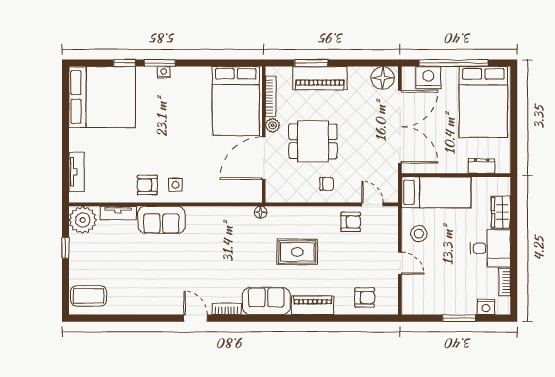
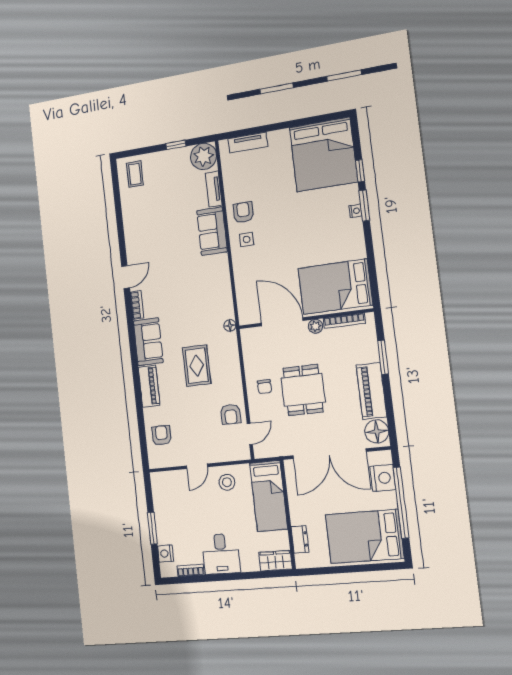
piano: (320, 78) -> (371, 391), moved
dining table: (313, 141) -> (303, 390), moved
wardrobe: (501, 212) -> (275, 561), moved
coffee table: (89, 296) -> (135, 174), width x0.73, depth x0.77
armchair: (365, 298) -> (161, 435), turned 180

